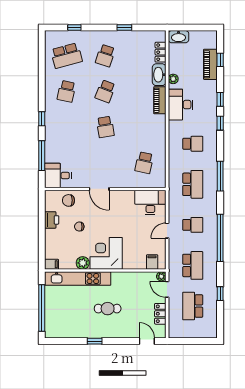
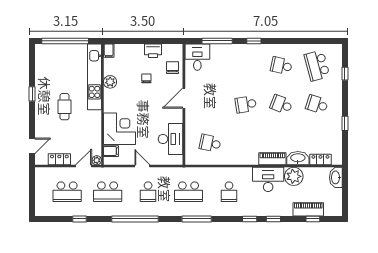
plant: (173, 79) -> (294, 176), width x1.87, depth x1.87
desk: (150, 202) -> (171, 139), moved
corner desk: (106, 253) -> (120, 129), moved
school desk: (193, 306) -> (67, 192), turned 180

